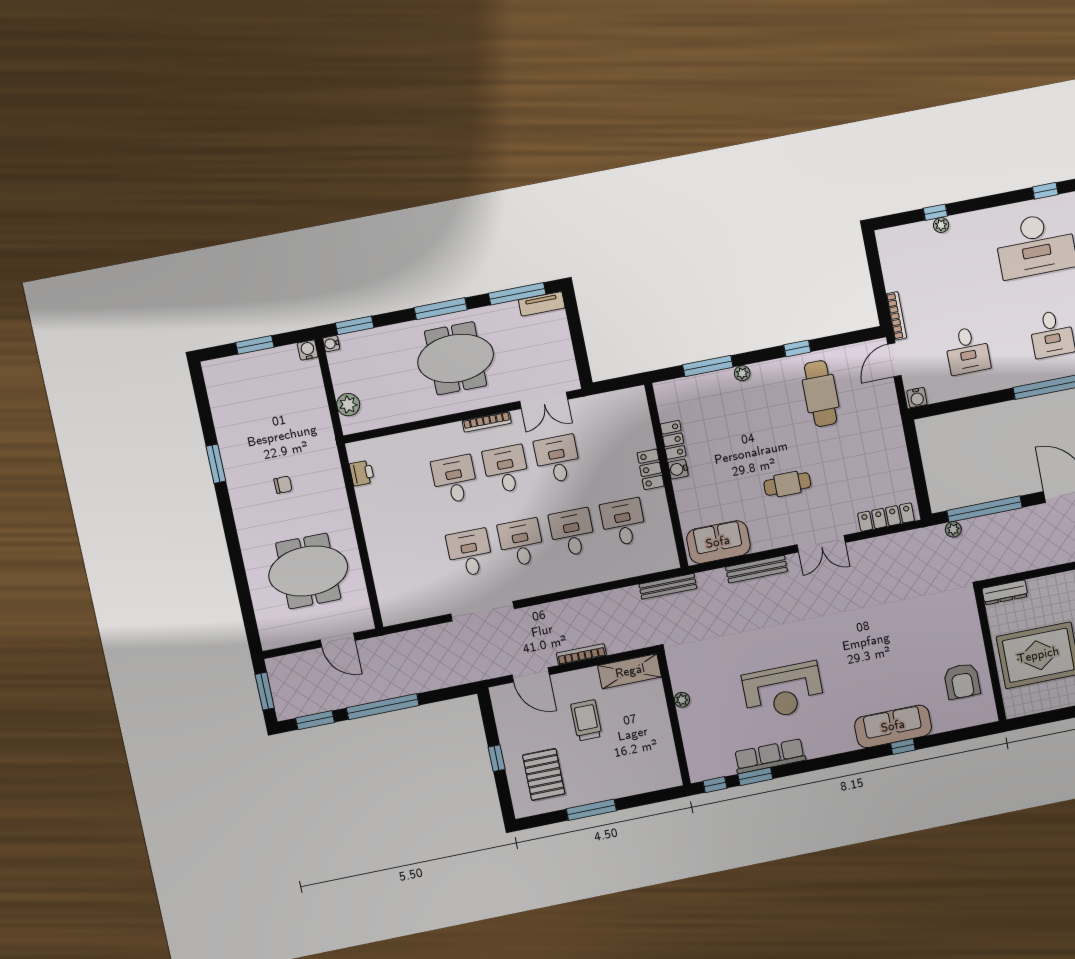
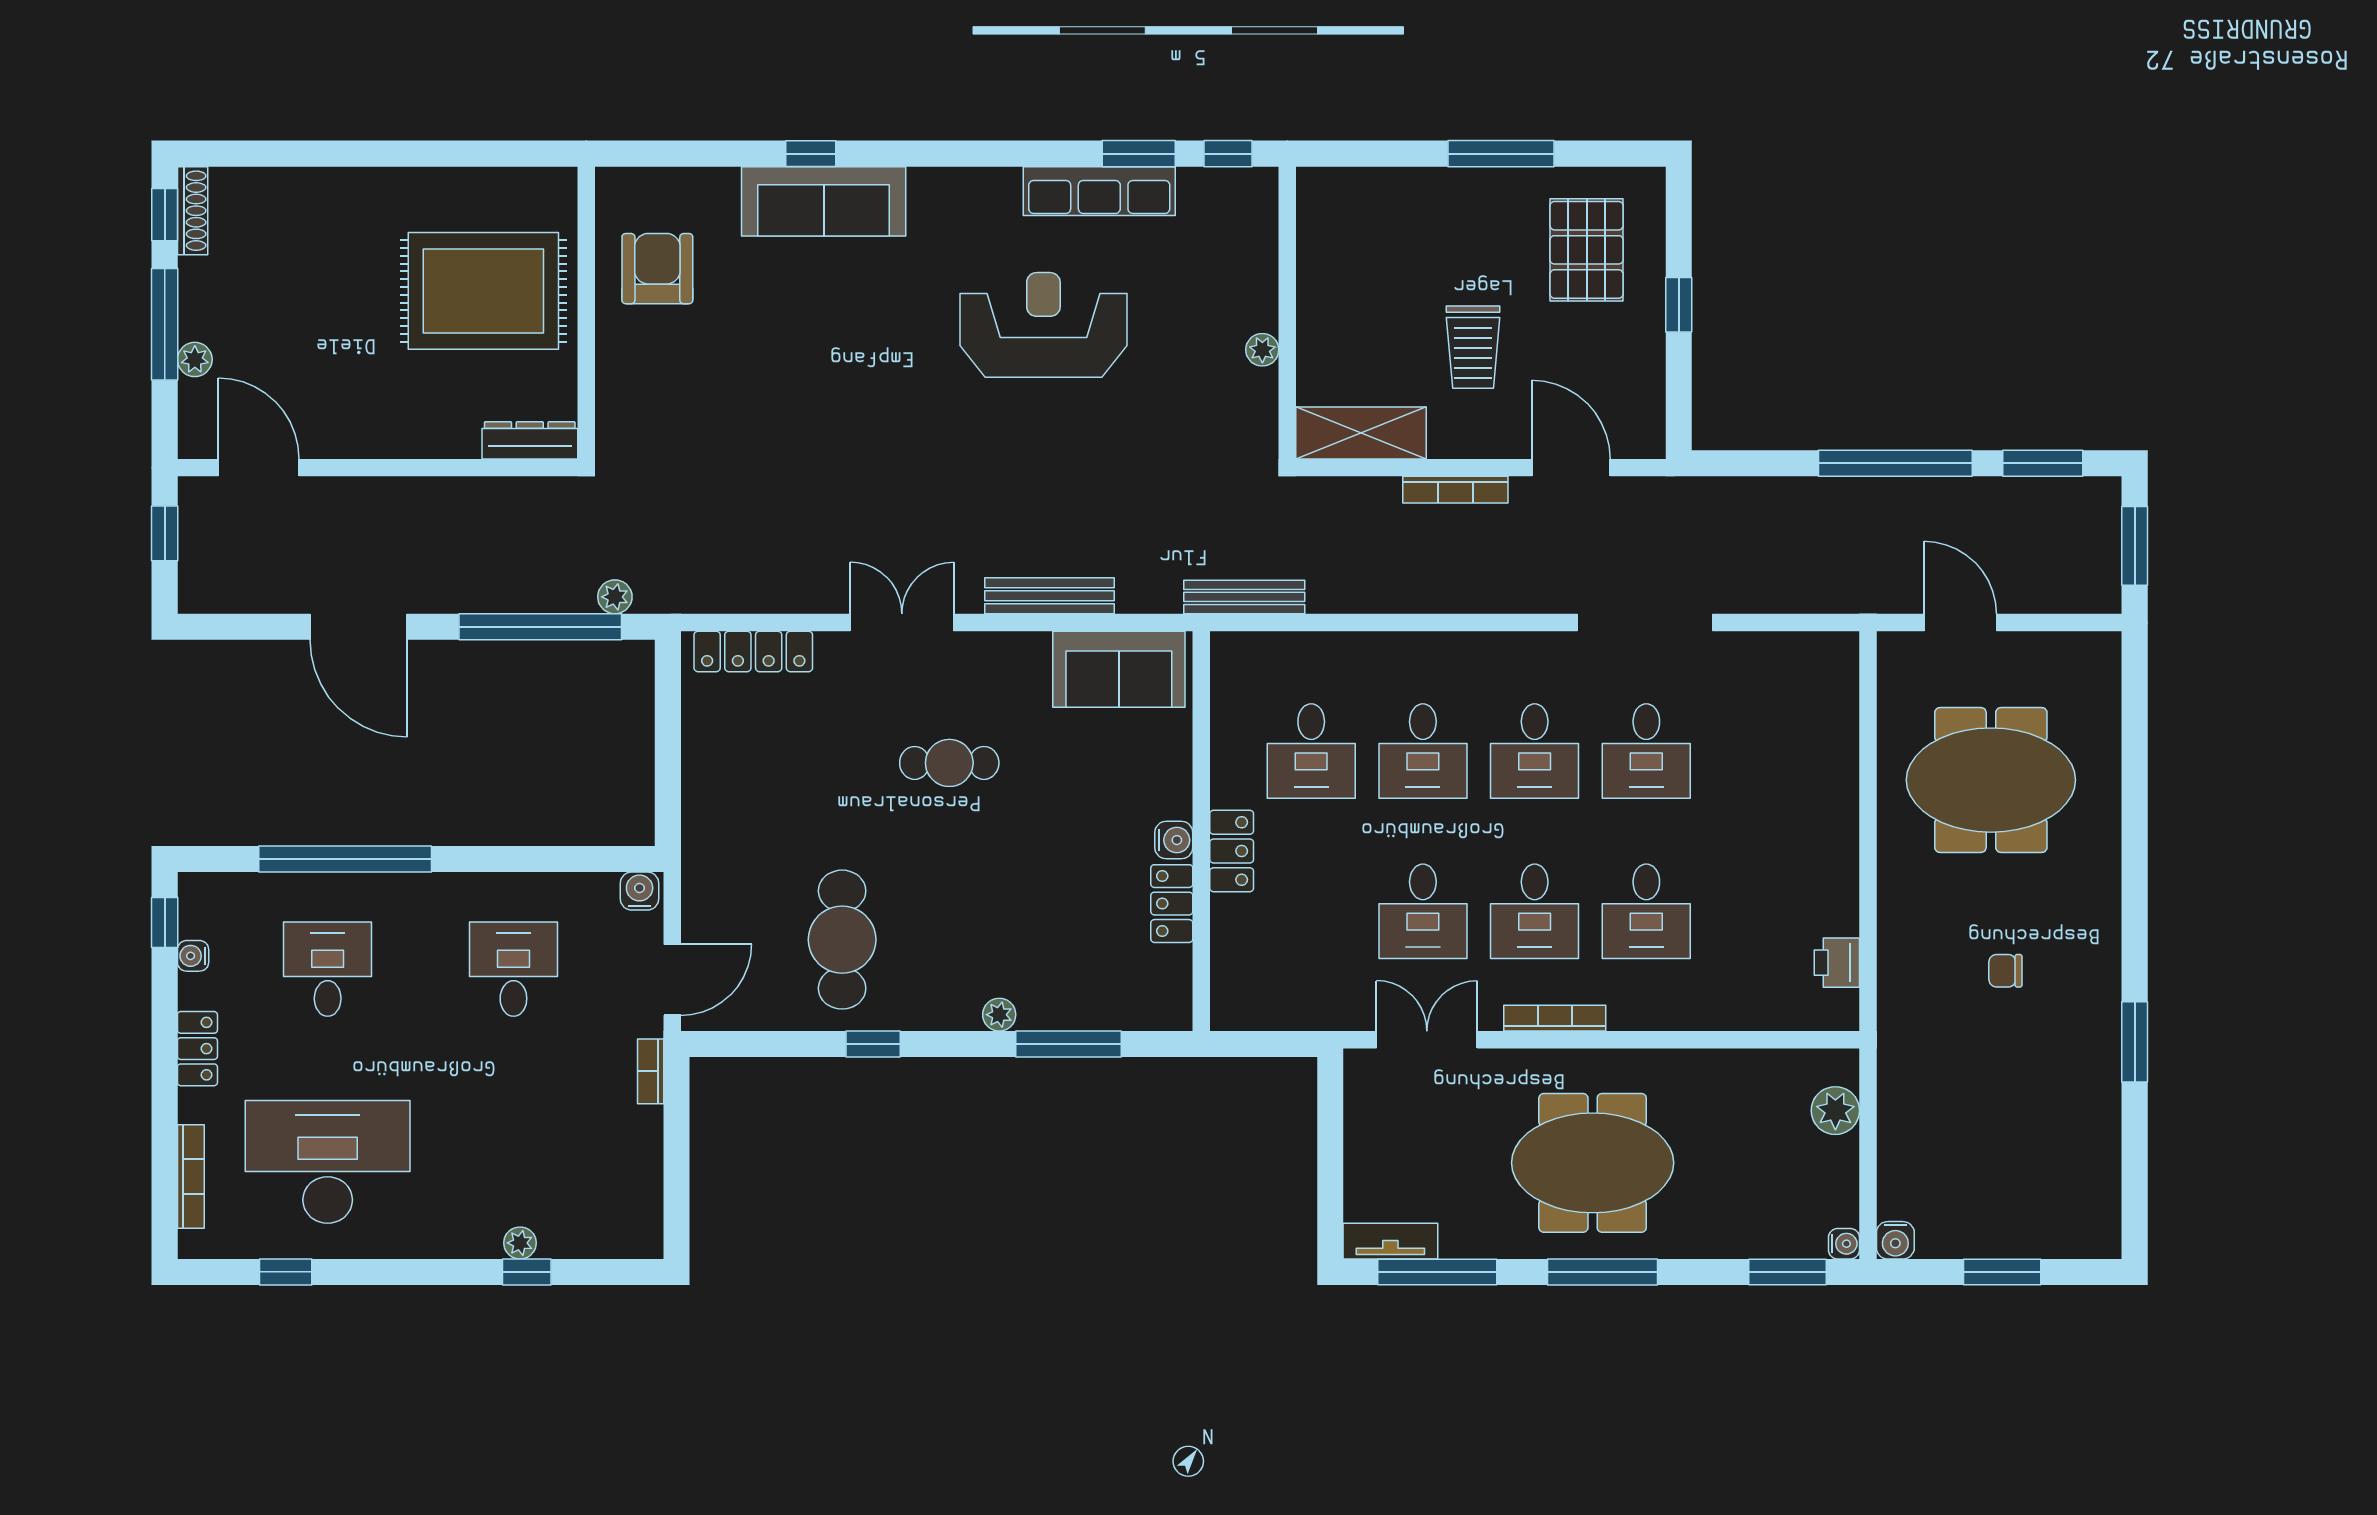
bookcase: (896, 316) -> (651, 1071), width x0.64

